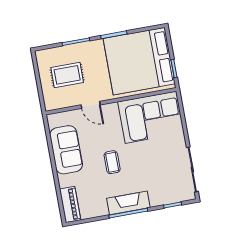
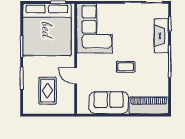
door: (91, 105) -> (76, 76), swing flipped
fireplace: (128, 203) -> (161, 36), moved
piano: (70, 205) -> (149, 105), width x1.37, depth x1.33

